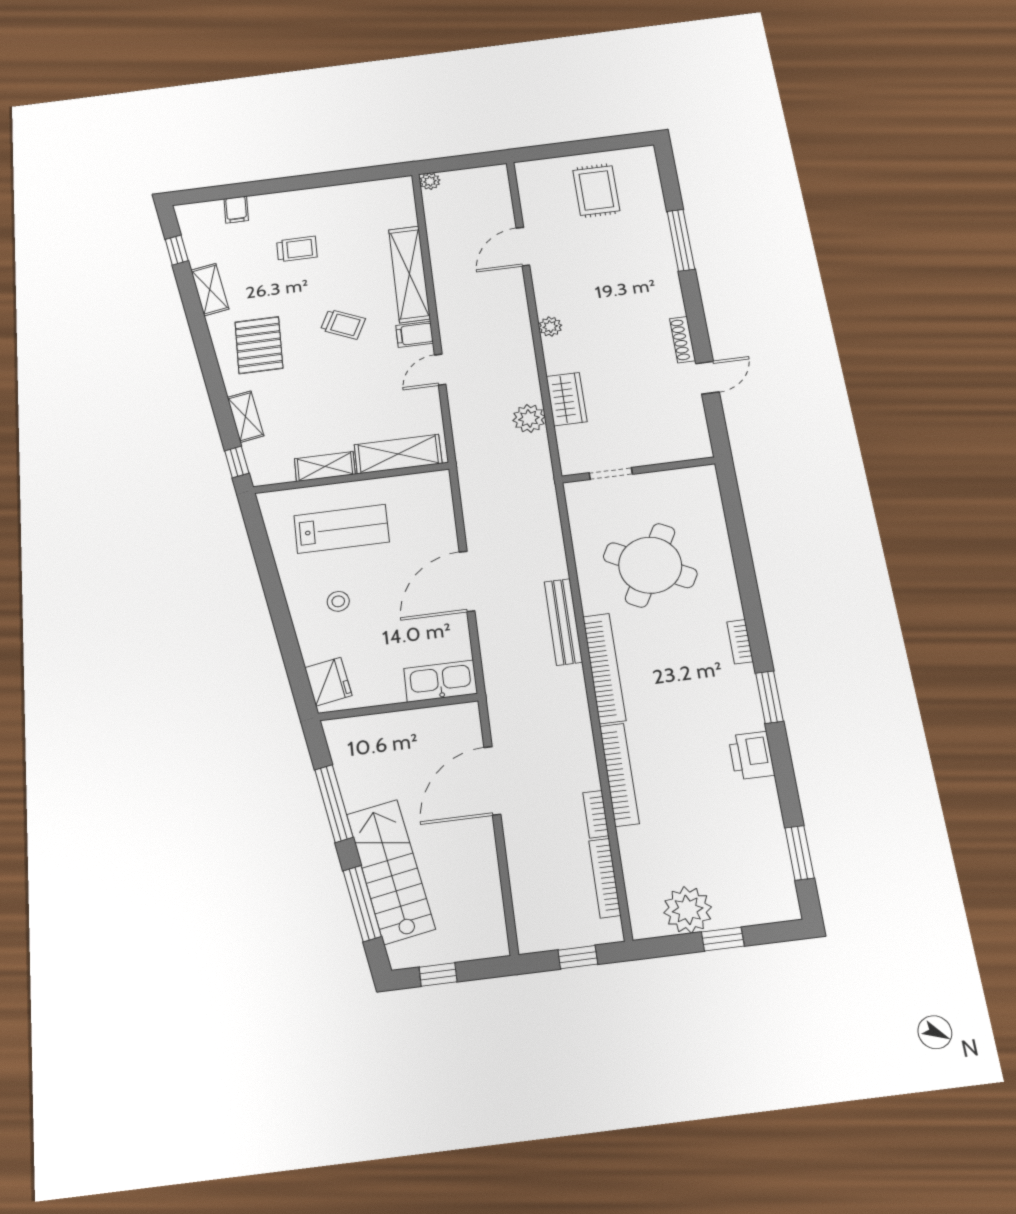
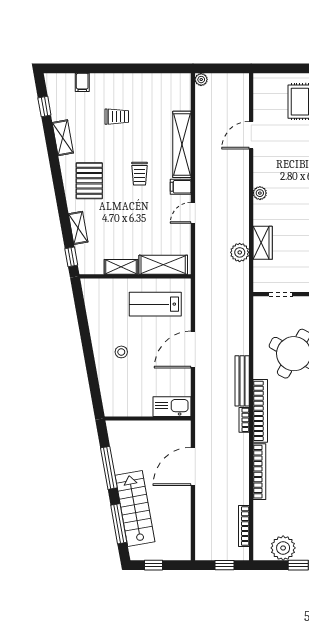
trolley: (343, 324) -> (140, 174), turned 65
lab bench: (342, 529) -> (155, 304), moved, turned 180
fridge: (328, 682) -> (112, 399), removed
bookcase: (596, 814) -> (244, 420), moved

